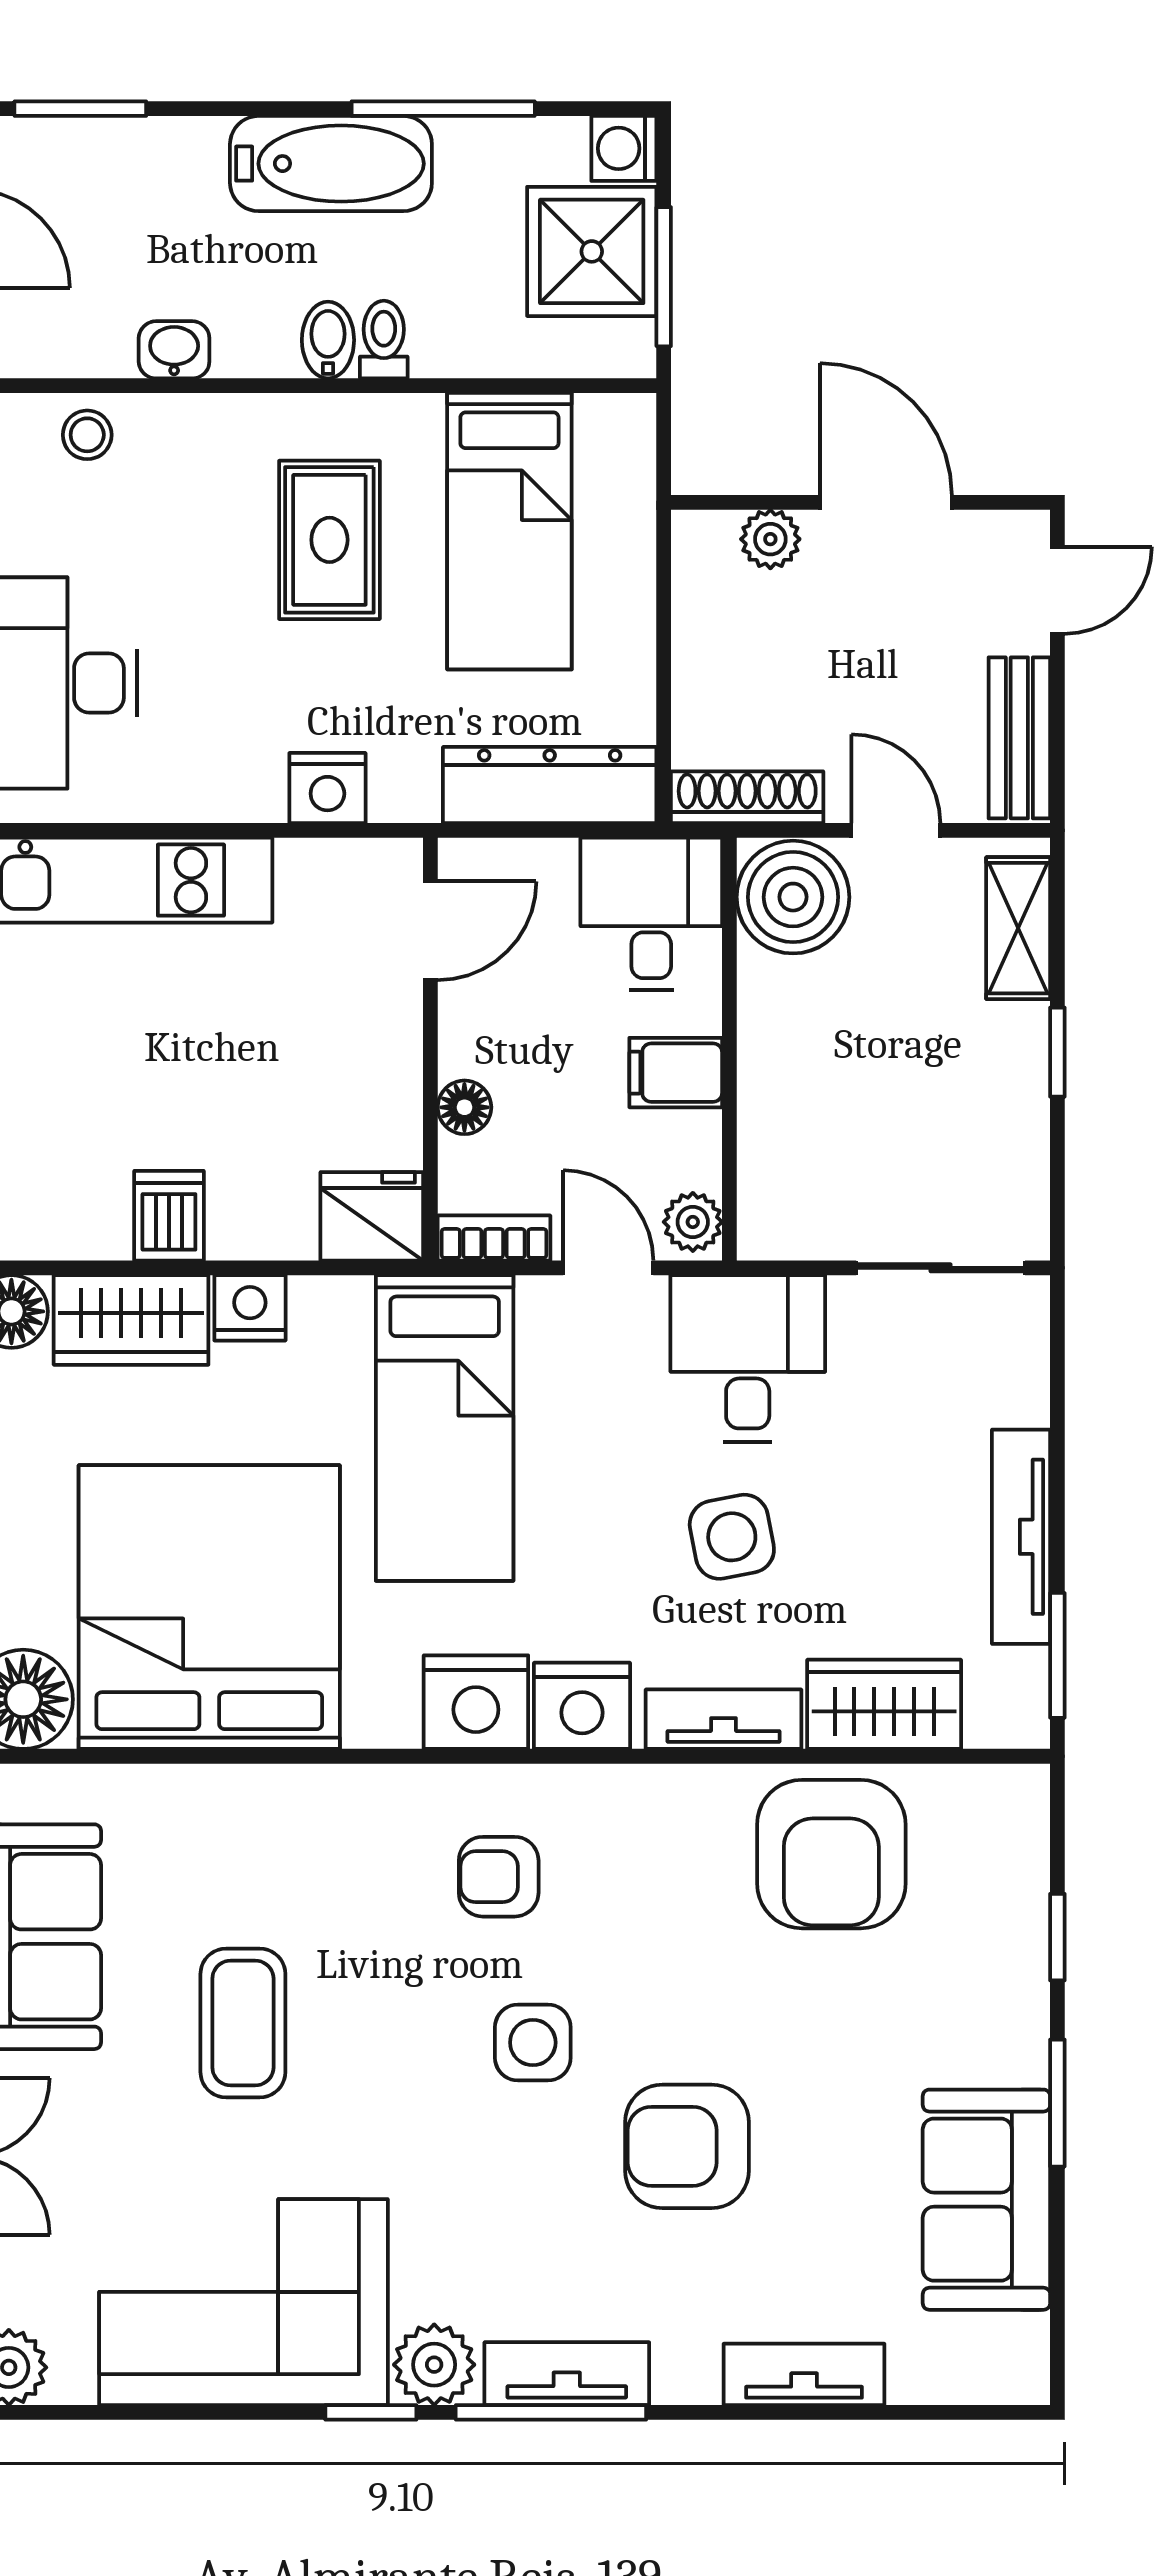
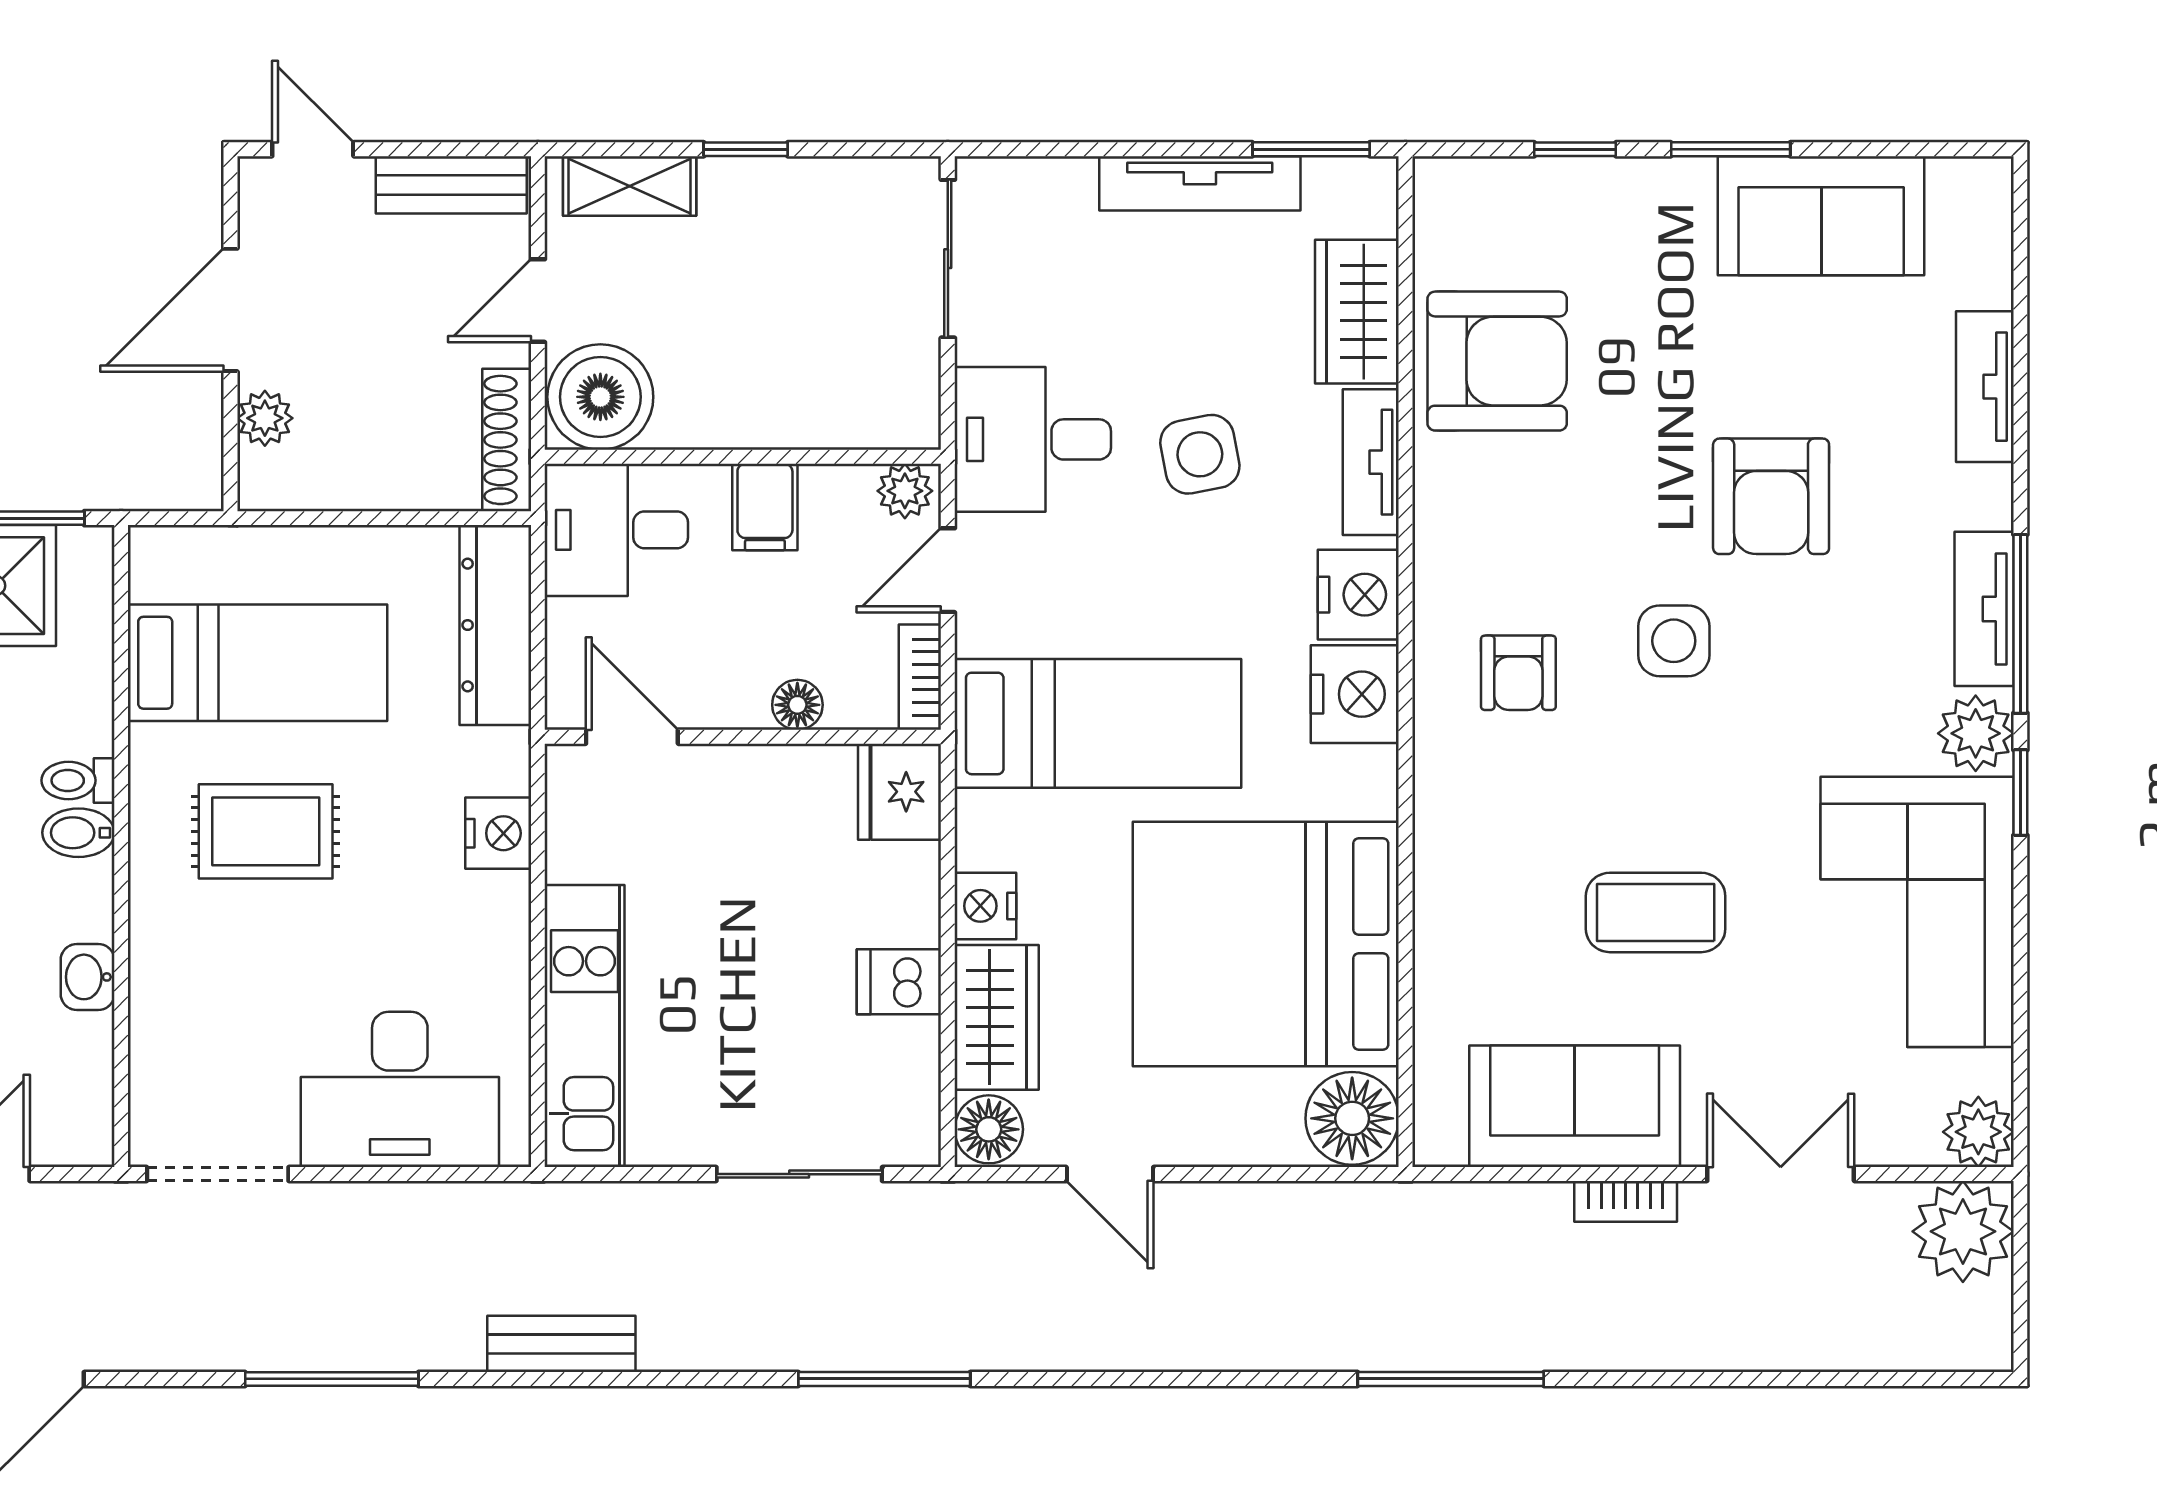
stool: (87, 435) -> (167, 1058), removed

